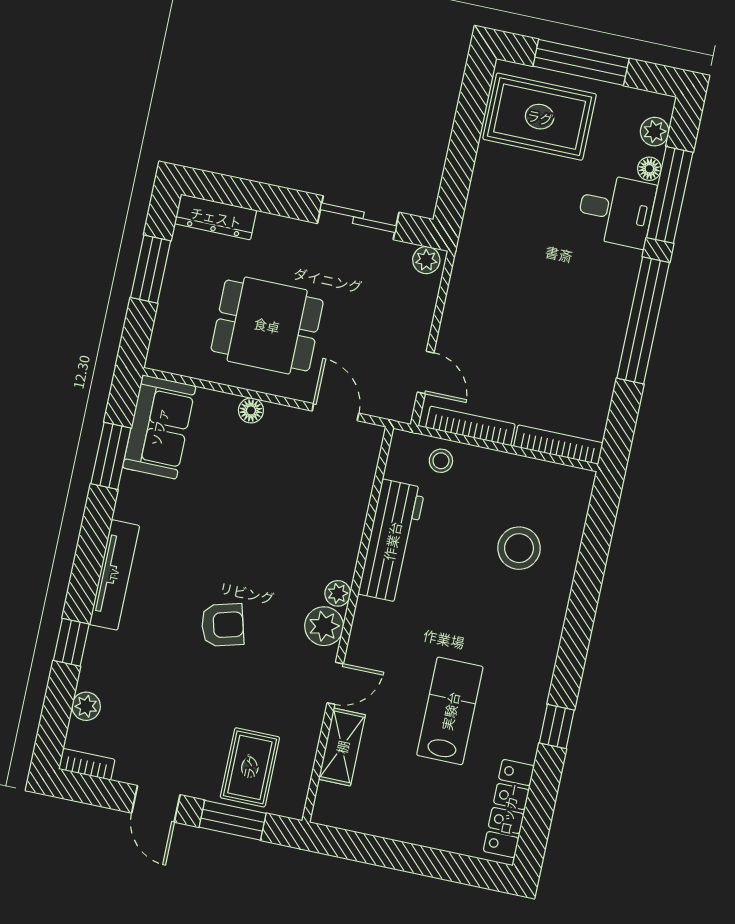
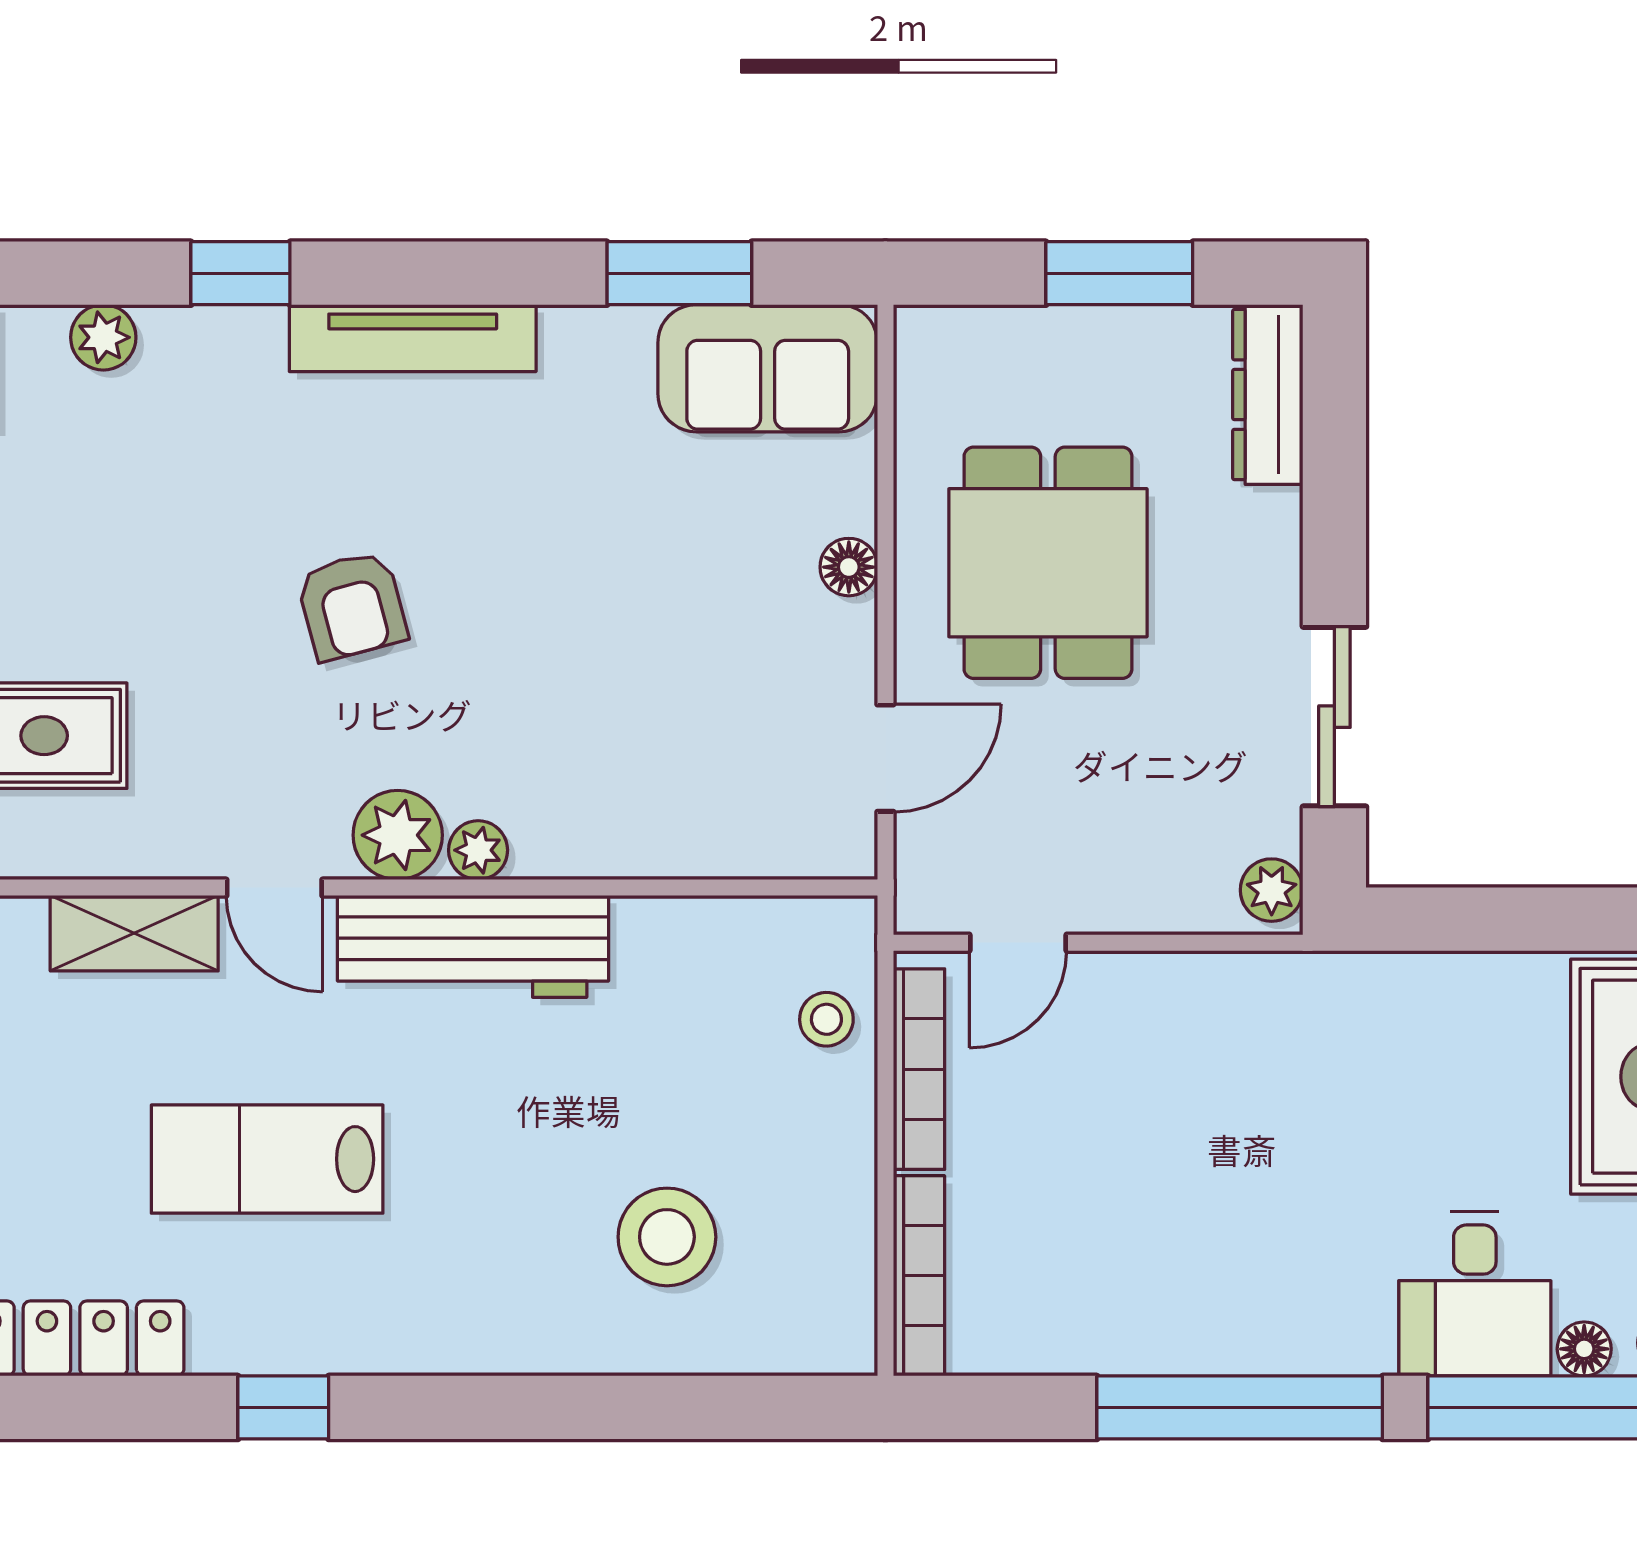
workbench: (392, 541) -> (473, 946), moved
lab bench: (450, 711) -> (267, 1159), turned 180

